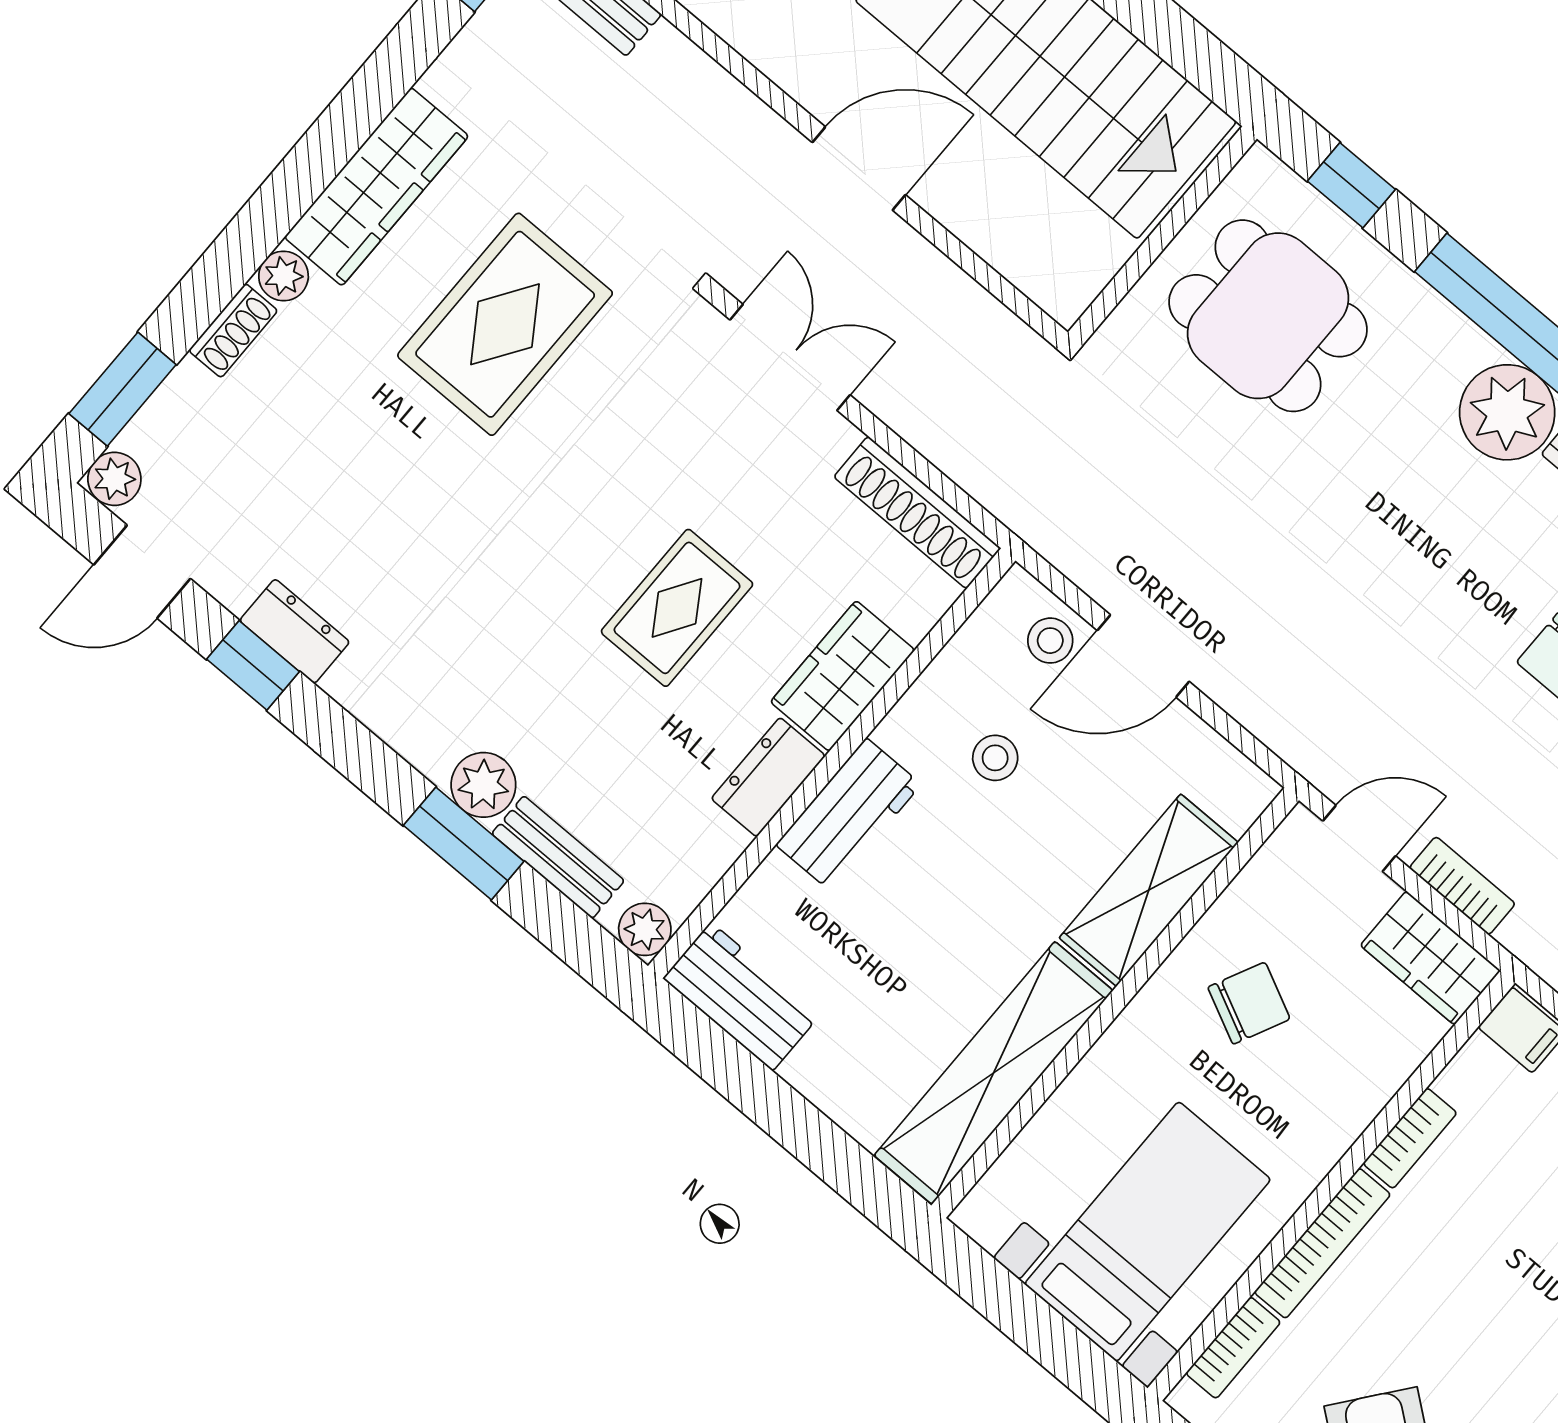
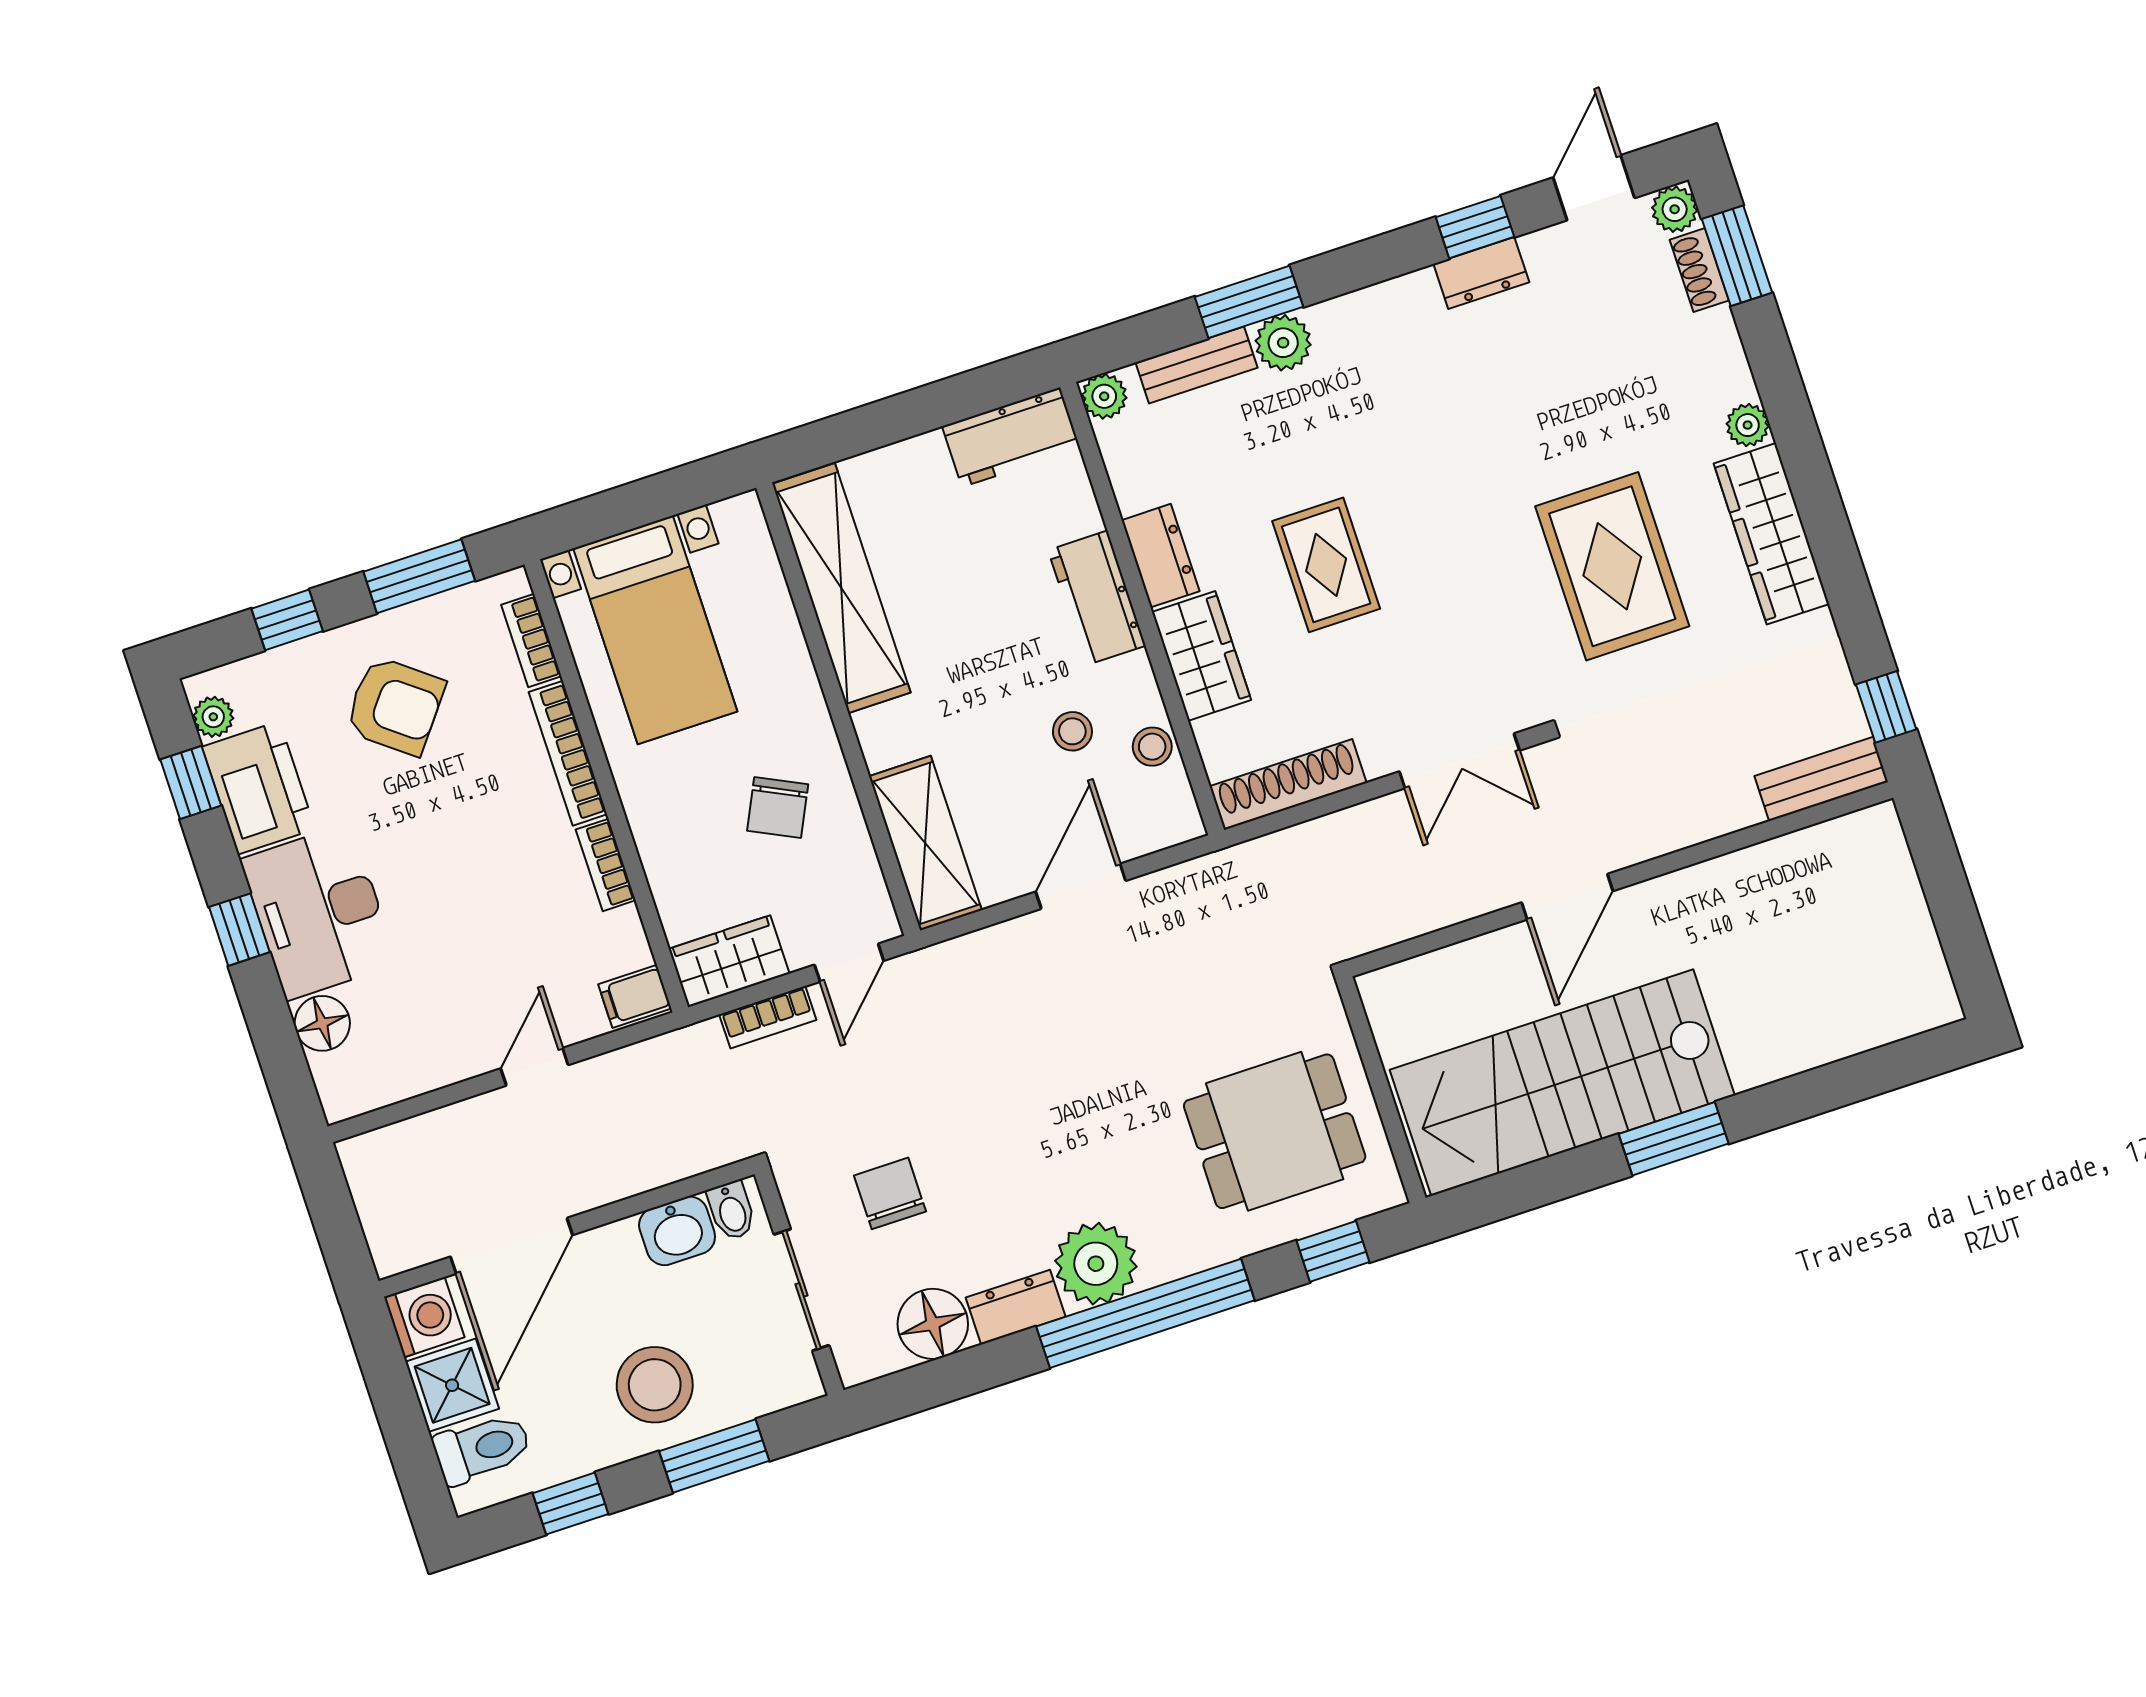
shoe rack: (233, 331) -> (1699, 270), moved
stool: (1050, 641) -> (1152, 747), moved
shelving: (1149, 890) -> (925, 843), moved

